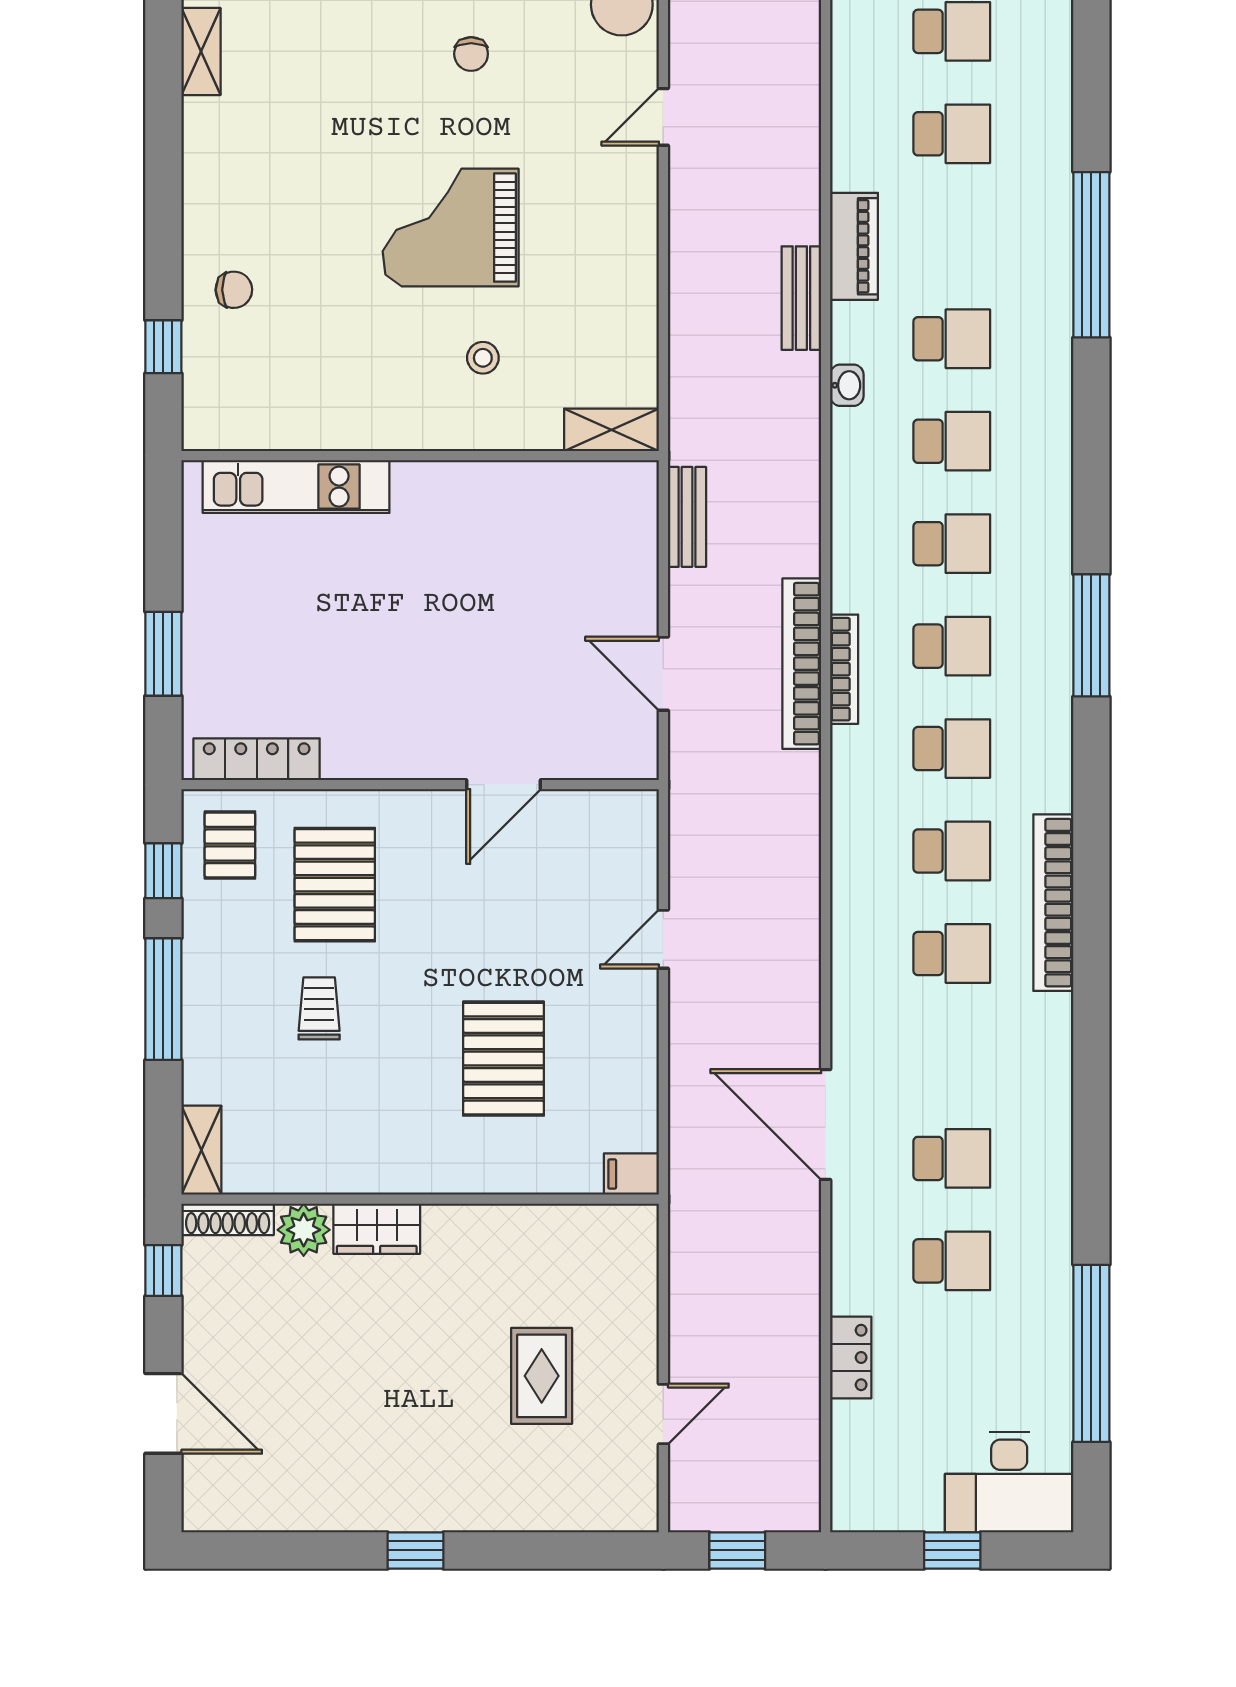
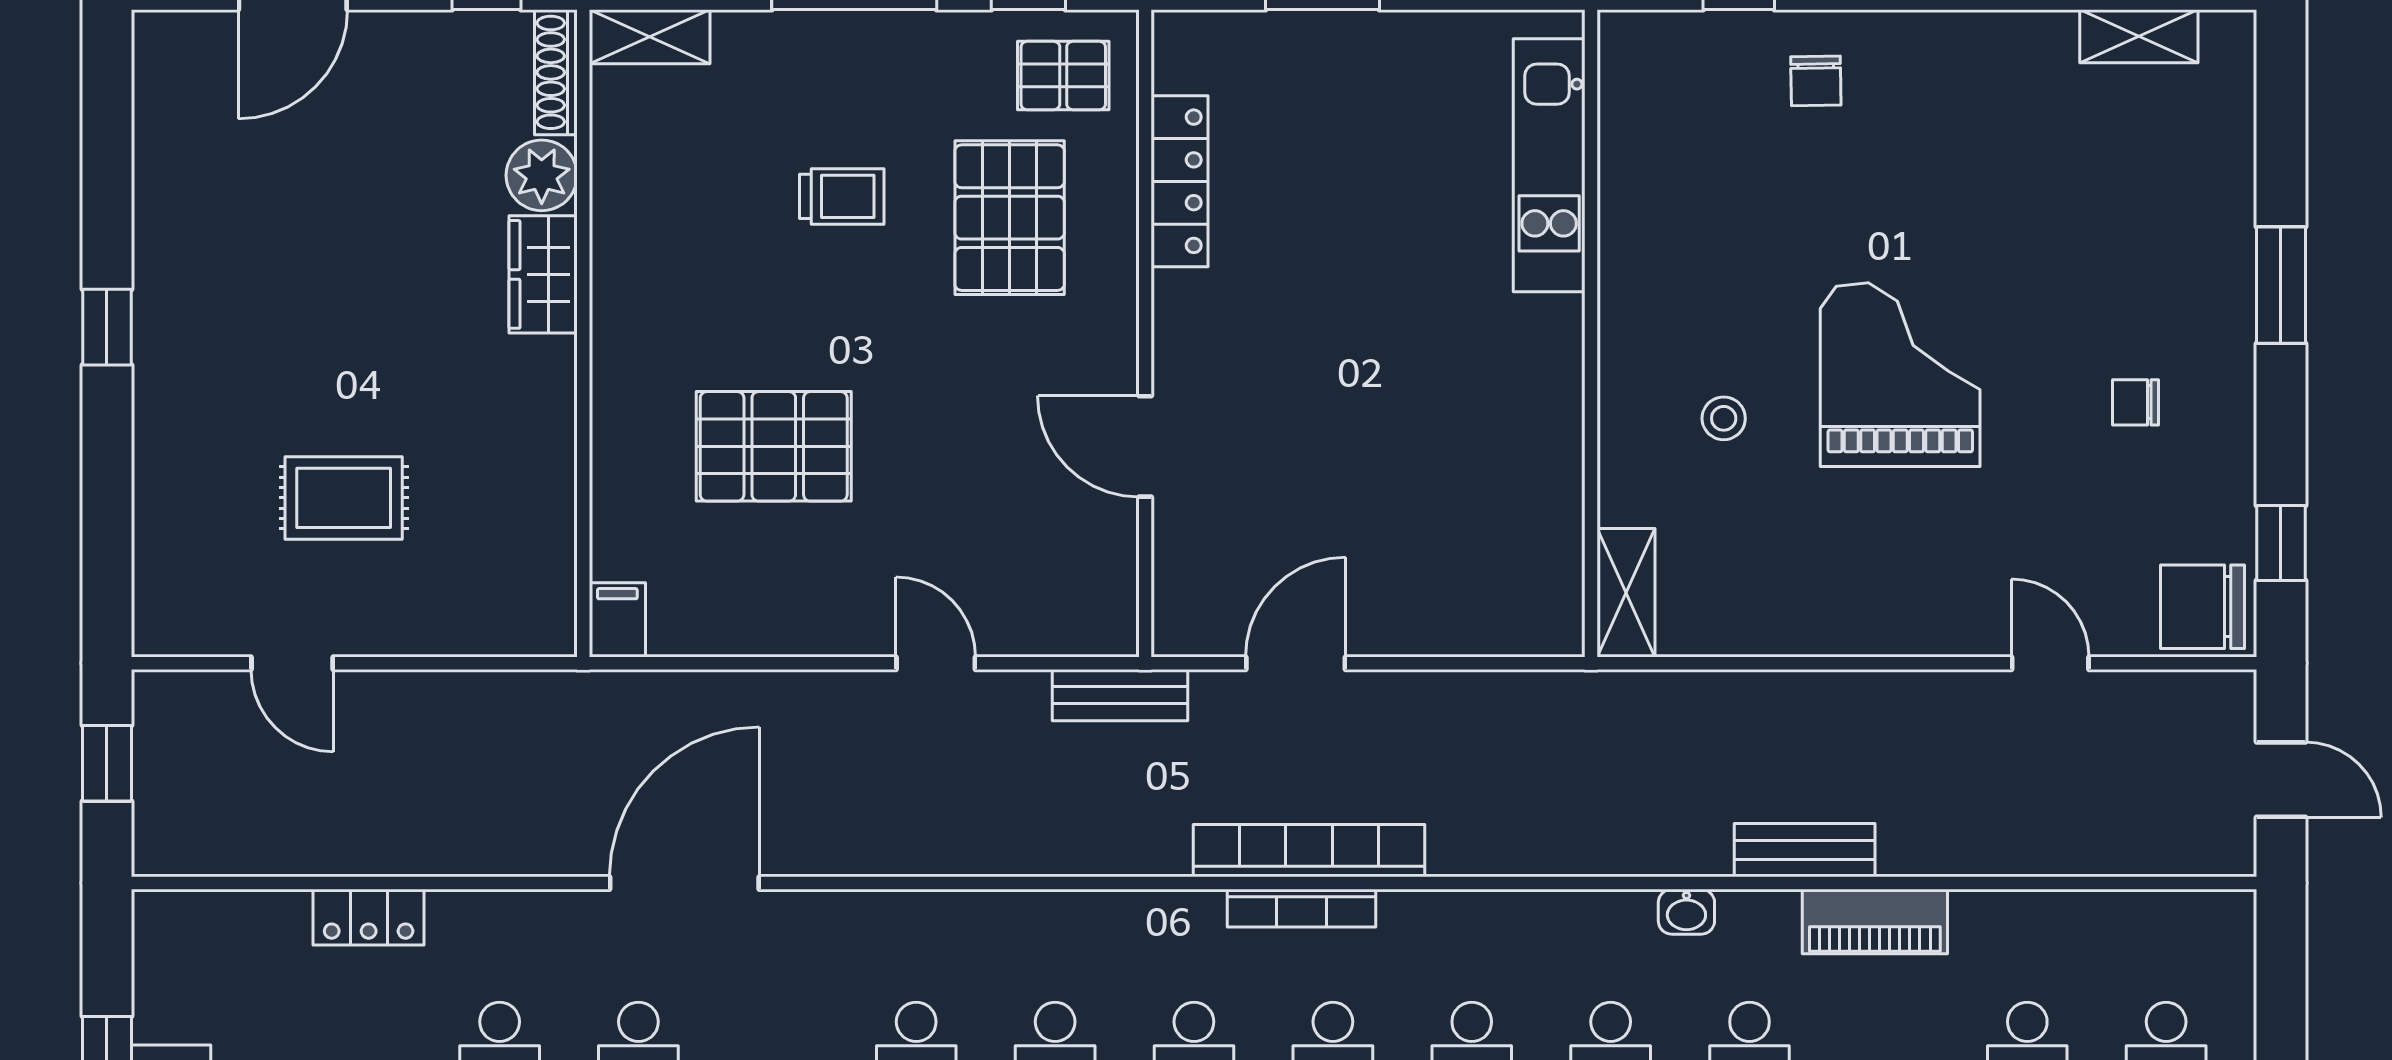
bench: (687, 517) -> (1120, 695), moved
locker: (257, 759) -> (1180, 181), moved
pallet: (335, 885) -> (1010, 218), turned 90

